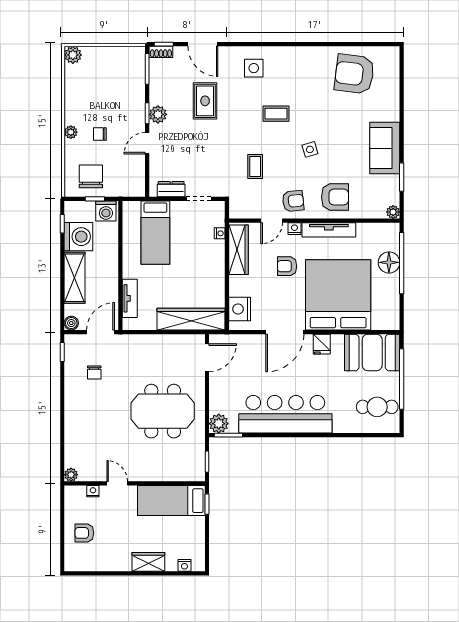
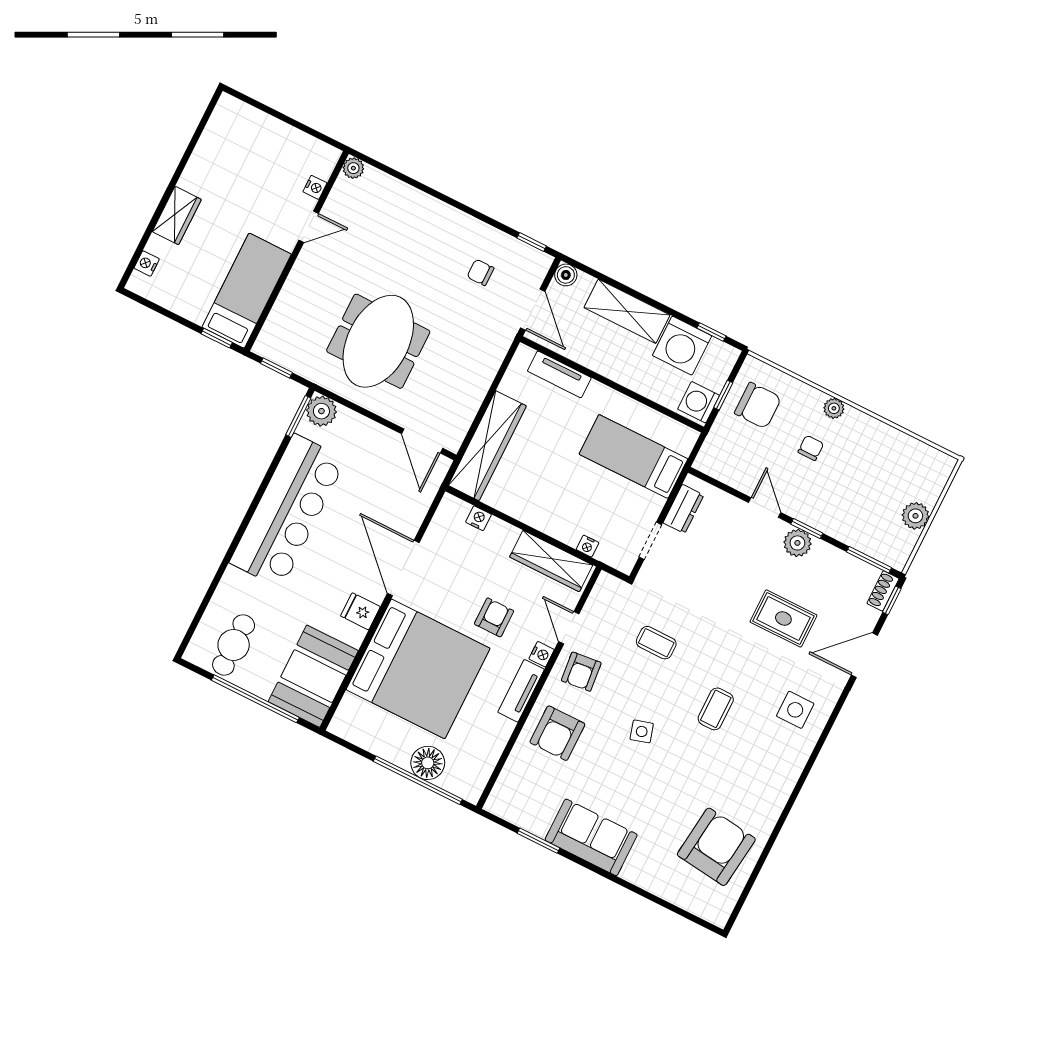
plant: (73, 55) -> (915, 516), moved
plant: (393, 212) -> (496, 804), removed
tv unit: (329, 230) -> (521, 691), width x0.71
nightstand: (240, 309) -> (478, 518), width x0.53, depth x0.56
armchair: (84, 533) -> (262, 146), removed

